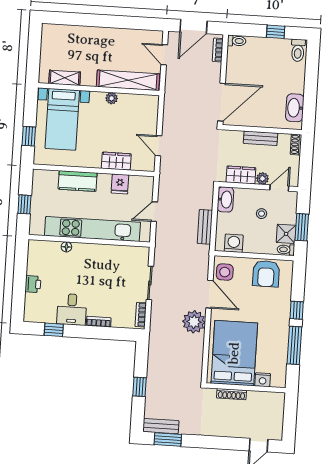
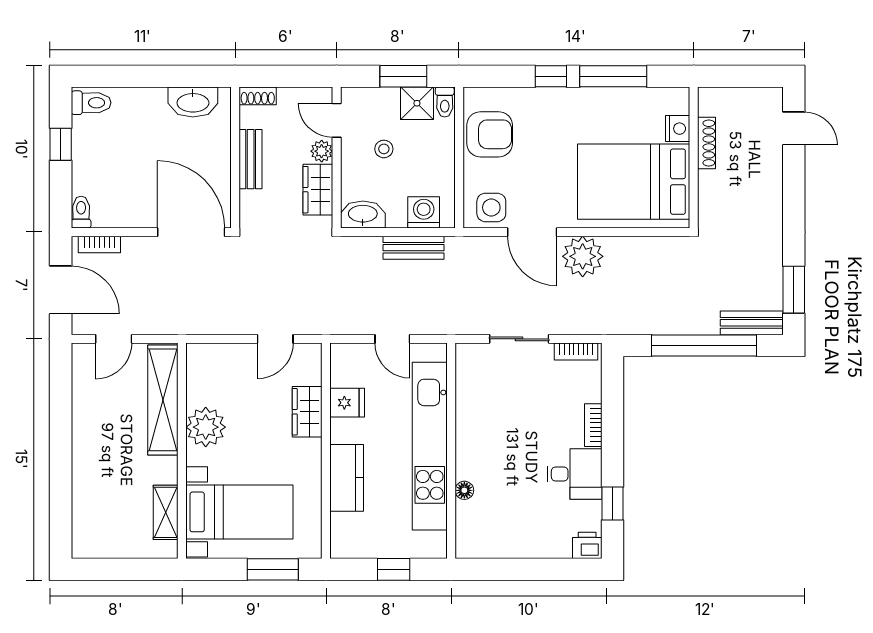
plant: (112, 98) -> (206, 427), width x1.87, depth x1.87
window: (29, 136) -> (273, 569), width x1.50
washing machine: (234, 243) -> (424, 212), moved, turned 90
printer: (33, 284) -> (587, 545), moved
door: (209, 294) -> (532, 232), swing flipped
window: (140, 387) -> (704, 345), width x3.17
shoe rack: (232, 394) -> (706, 143), moved
bench: (161, 426) -> (752, 323), moved, turned 90

